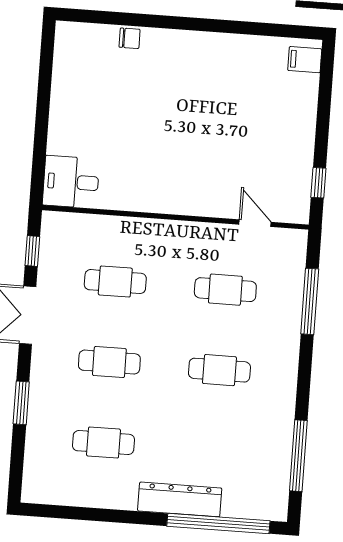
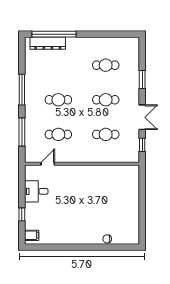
desk: (71, 182) -> (36, 191), moved, turned 180
window: (318, 183) -> (22, 214), moved
door: (255, 223) -> (48, 164), swing flipped
window: (298, 456) -> (22, 90), moved
dresser: (180, 499) -> (48, 43), moved

